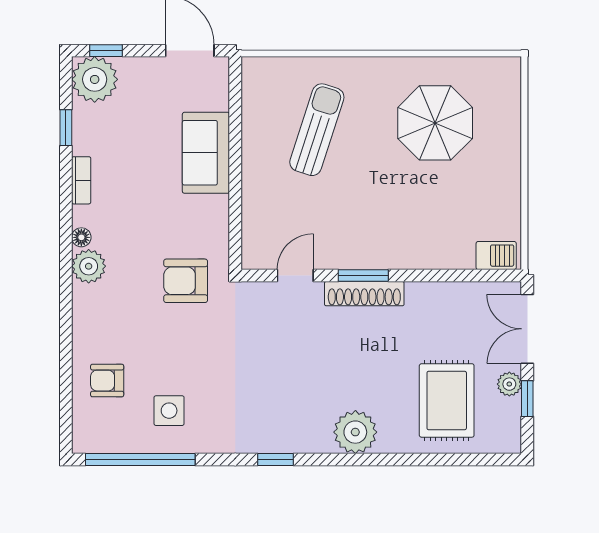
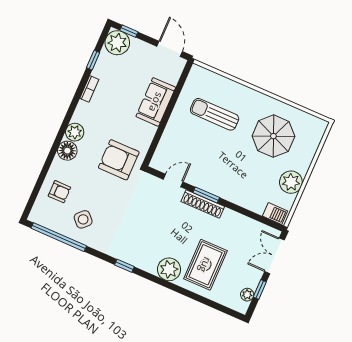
sun lounger: (317, 130) -> (215, 114), turned -108
plant: (500, 189) -> (291, 182), added
floor lamp: (81, 237) -> (67, 151), moved, width x1.89, depth x1.89
armchair: (186, 281) -> (119, 160), width x1.36, depth x1.36
armchair: (107, 381) -> (59, 192), turned 180
plant: (509, 384) -> (247, 295), moved
rug: (447, 400) -> (205, 265), moved
side table: (169, 411) -> (83, 219), turned 45

